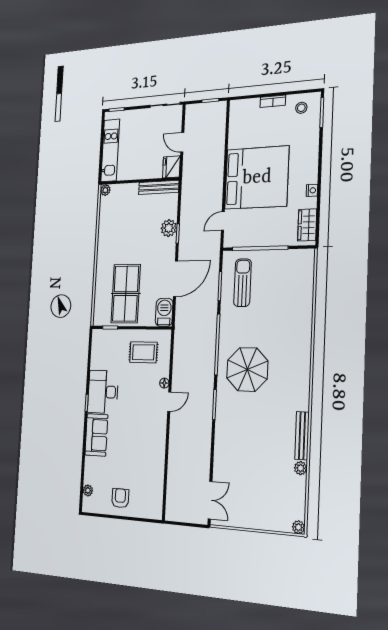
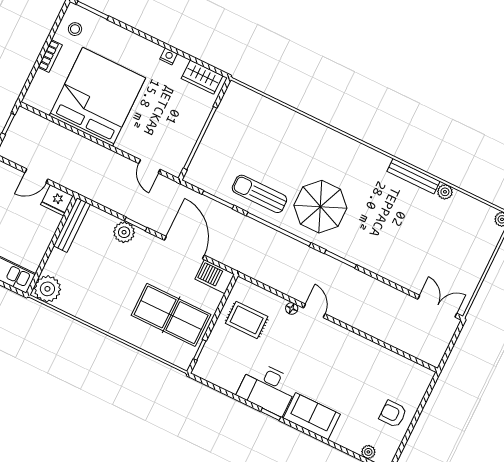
bed: (257, 178) -> (97, 97), moved
plant: (105, 190) -> (47, 289), width x1.87, depth x1.87
sun lounger: (242, 283) -> (259, 194), moved
rug: (143, 352) -> (247, 320), turned 90

